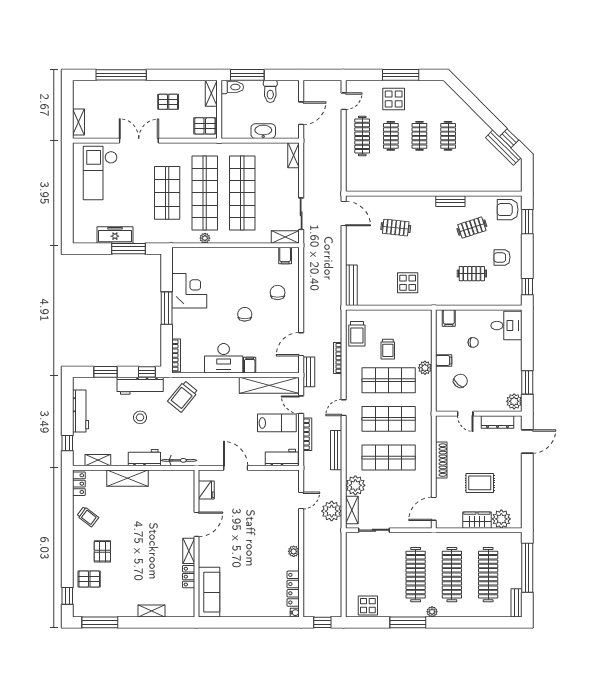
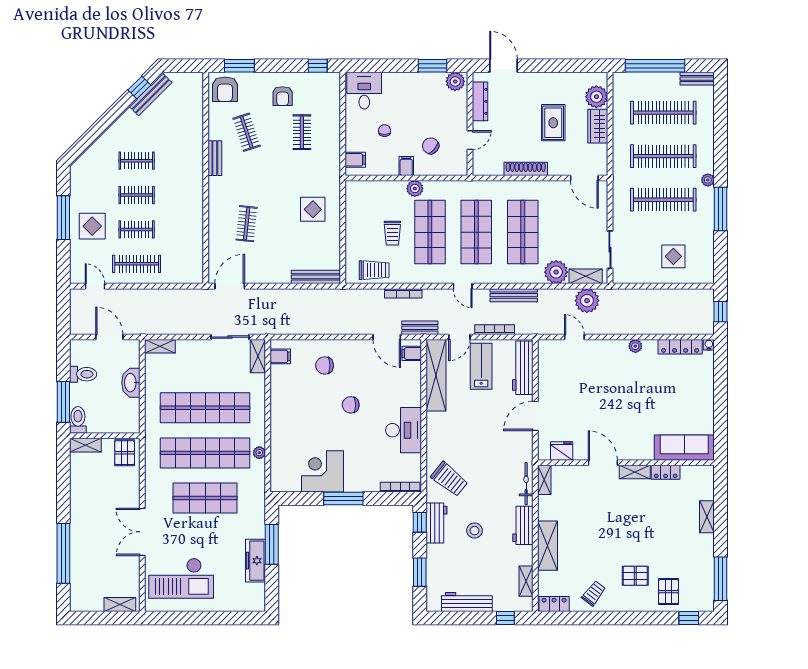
pallet: (168, 102) -> (96, 497), removed
trolley: (388, 349) -> (392, 233), turned 90
filing cabinet: (250, 365) -> (412, 353), moved
workbench: (140, 386) -> (437, 523), width x0.73
workbench: (282, 458) -> (523, 368), width x1.38
shelving: (182, 475) -> (544, 480), added
display table: (368, 606) -> (673, 256), moved

